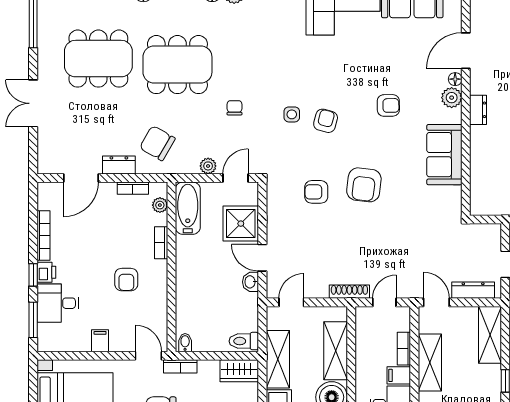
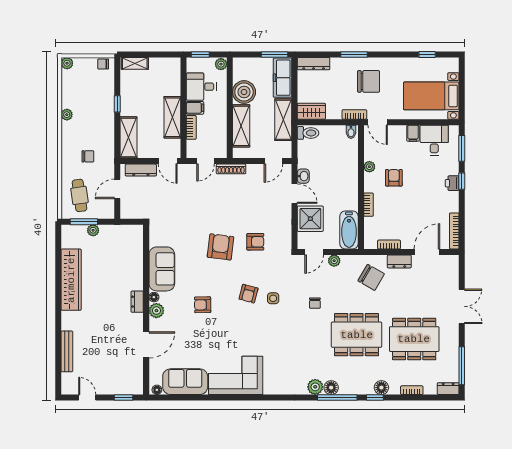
floor lamp: (455, 79) -> (154, 297), moved
plant: (160, 205) -> (369, 167), moved
bookcase: (43, 236) -> (454, 231), moved
desk: (58, 303) -> (434, 140), moved, turned -90

